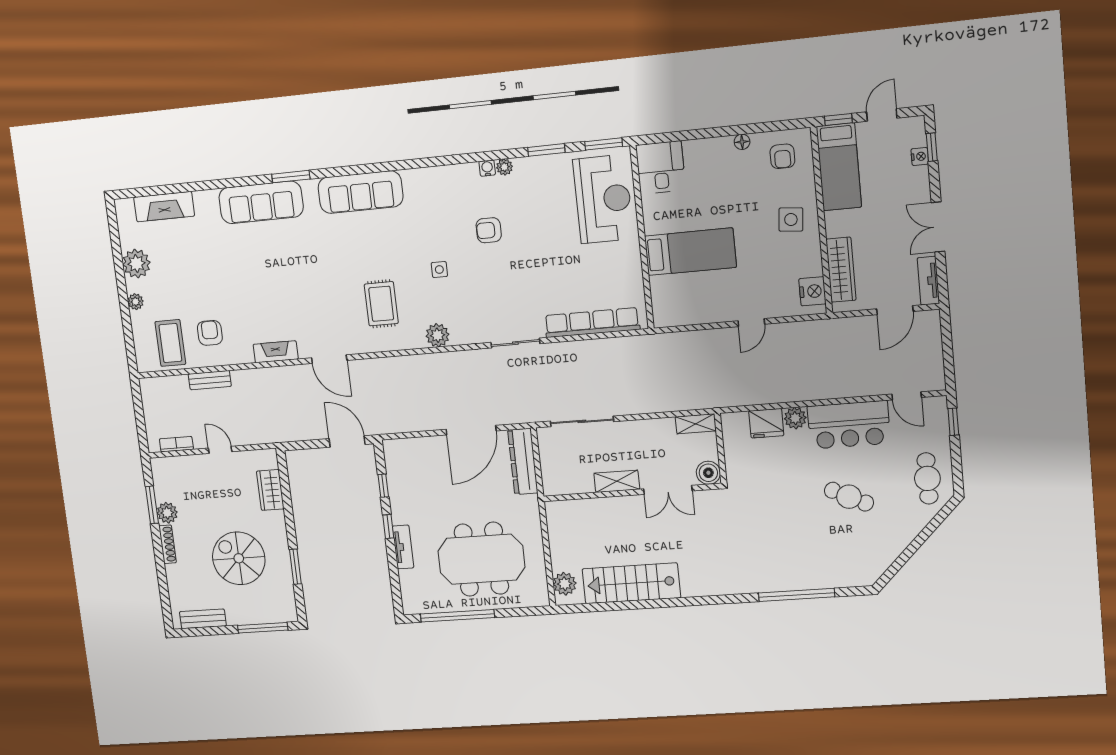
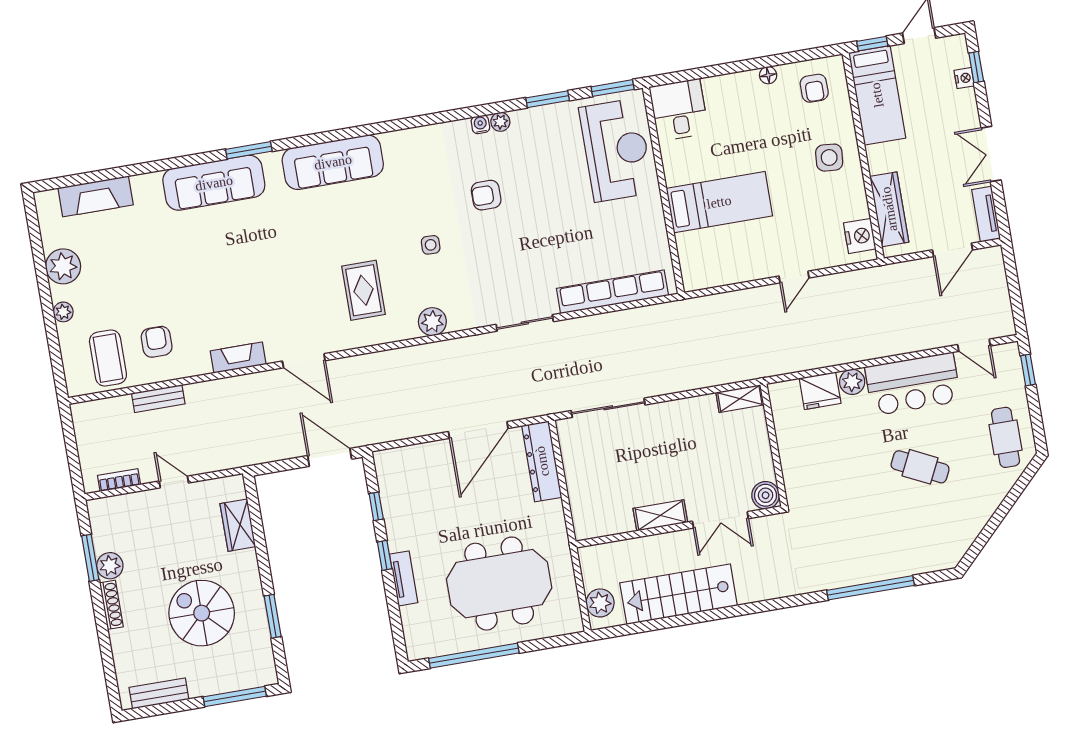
boiler: (708, 473) -> (766, 495), moved
shelving: (617, 481) -> (660, 515), moved
double door: (668, 490) -> (720, 520), moved
wall: (632, 493) -> (679, 527), moved

